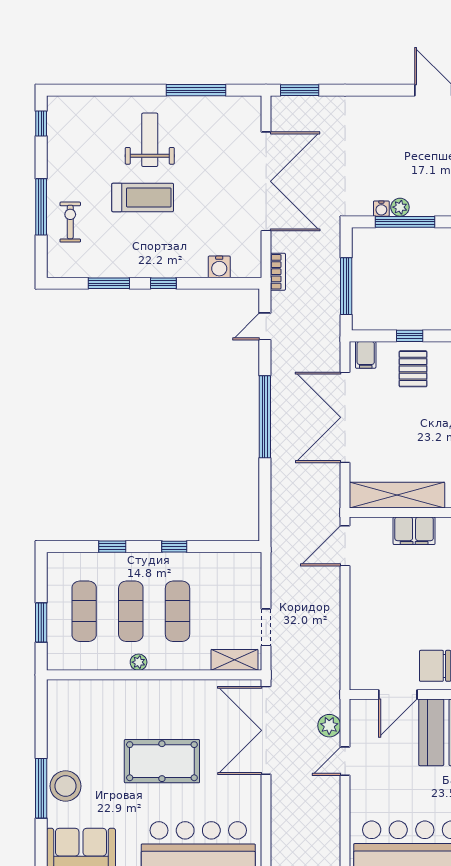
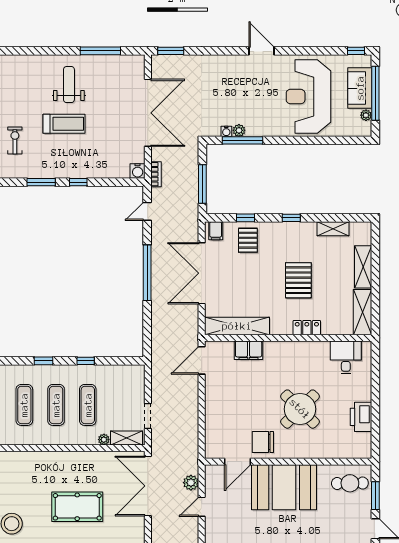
water cooler: (219, 267) -> (138, 171), moved
plant: (139, 662) -> (104, 440), moved

